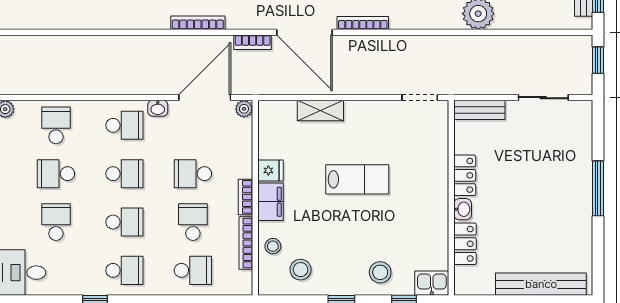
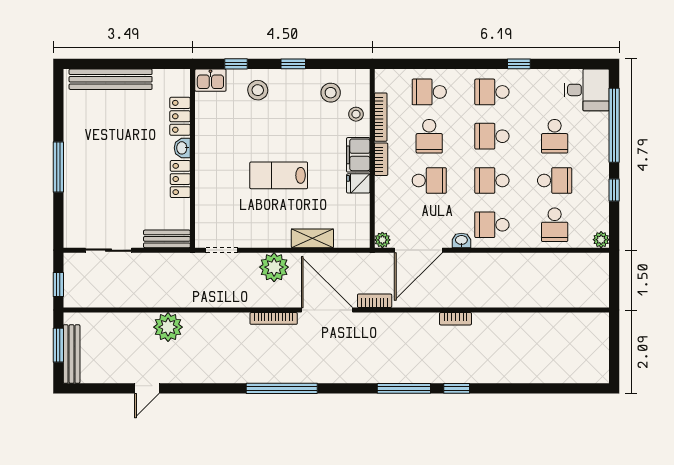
bookcase: (198, 23) -> (455, 319), moved, width x0.64
plant: (362, 79) -> (274, 267), added

